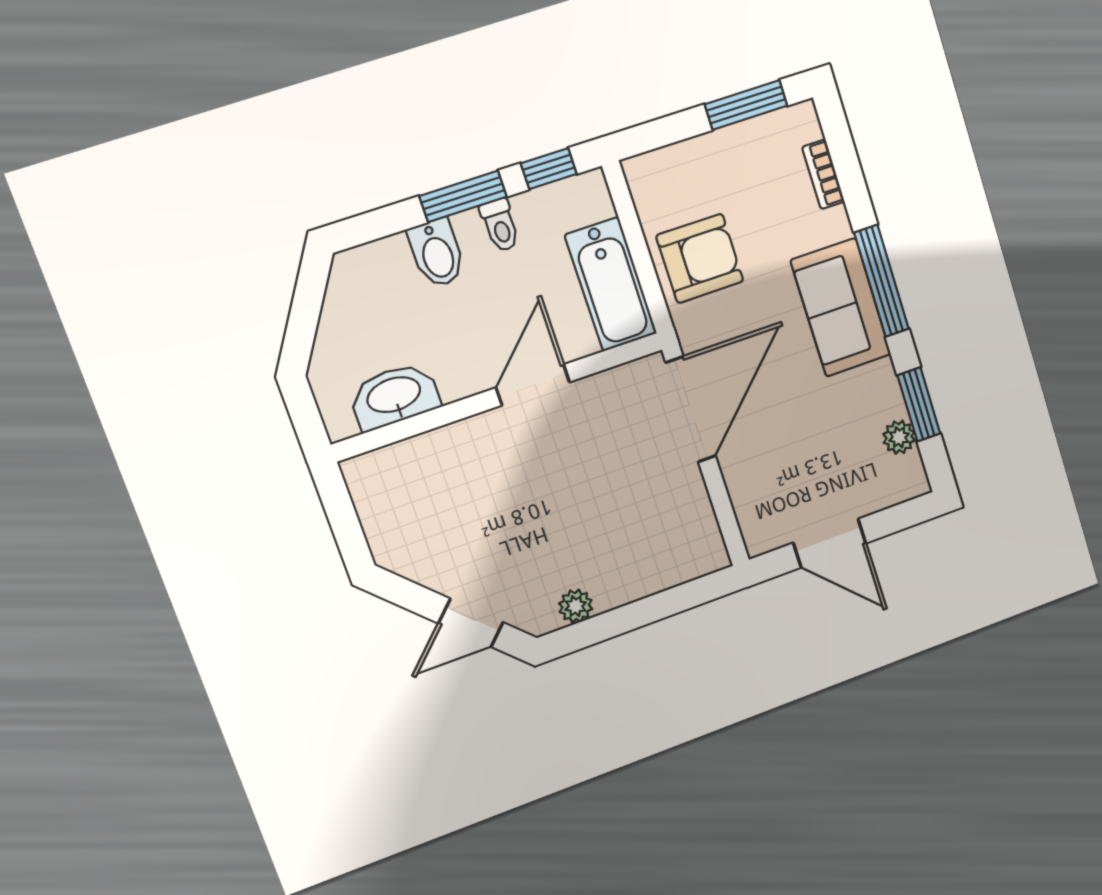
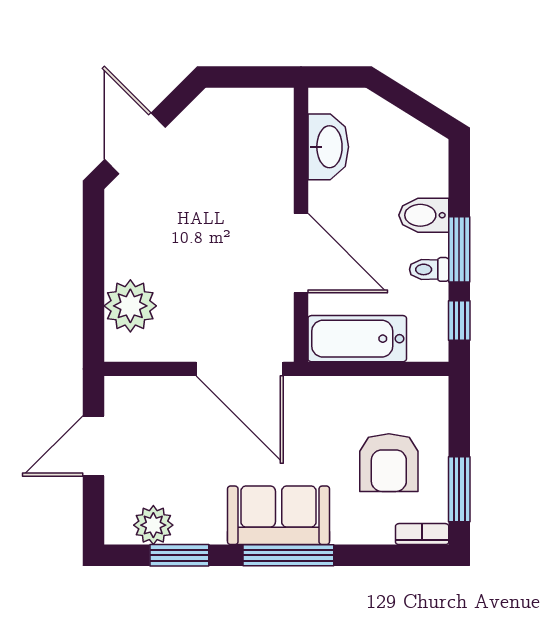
bookcase: (823, 174) -> (422, 534), moved
armchair: (700, 258) -> (389, 463), moved
door: (533, 385) -> (301, 253), width x1.36
plant: (899, 437) -> (153, 525), width x1.38, depth x1.38
plant: (576, 606) -> (130, 306), moved, width x1.88, depth x1.88
door: (471, 623) -> (135, 143), width x1.38

